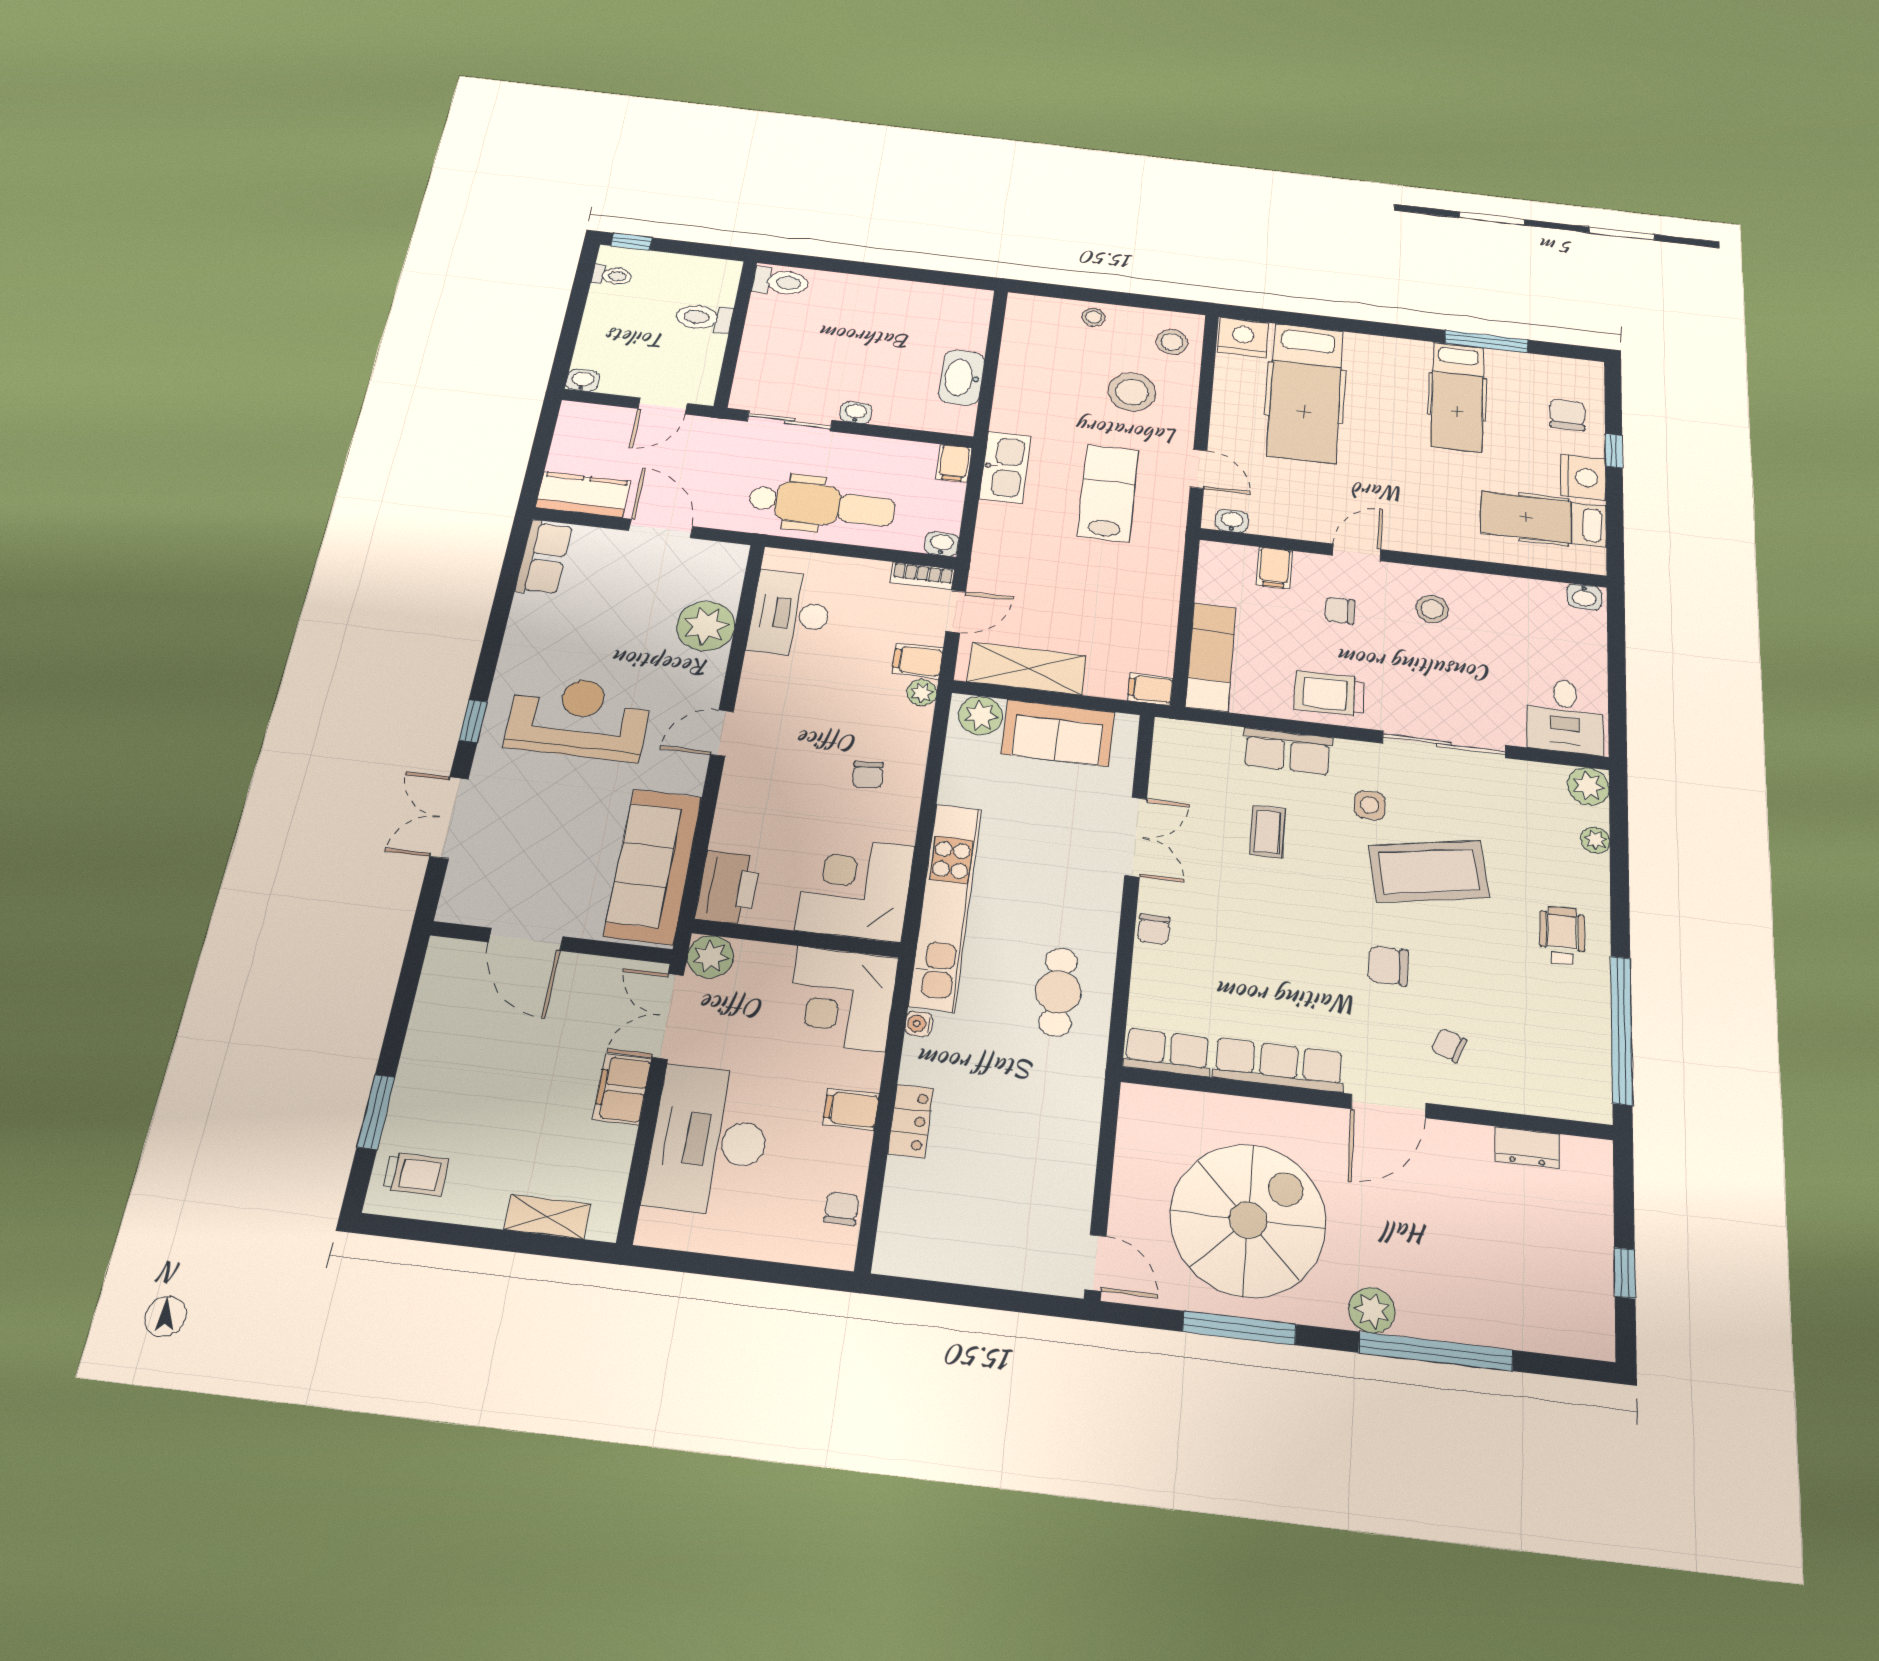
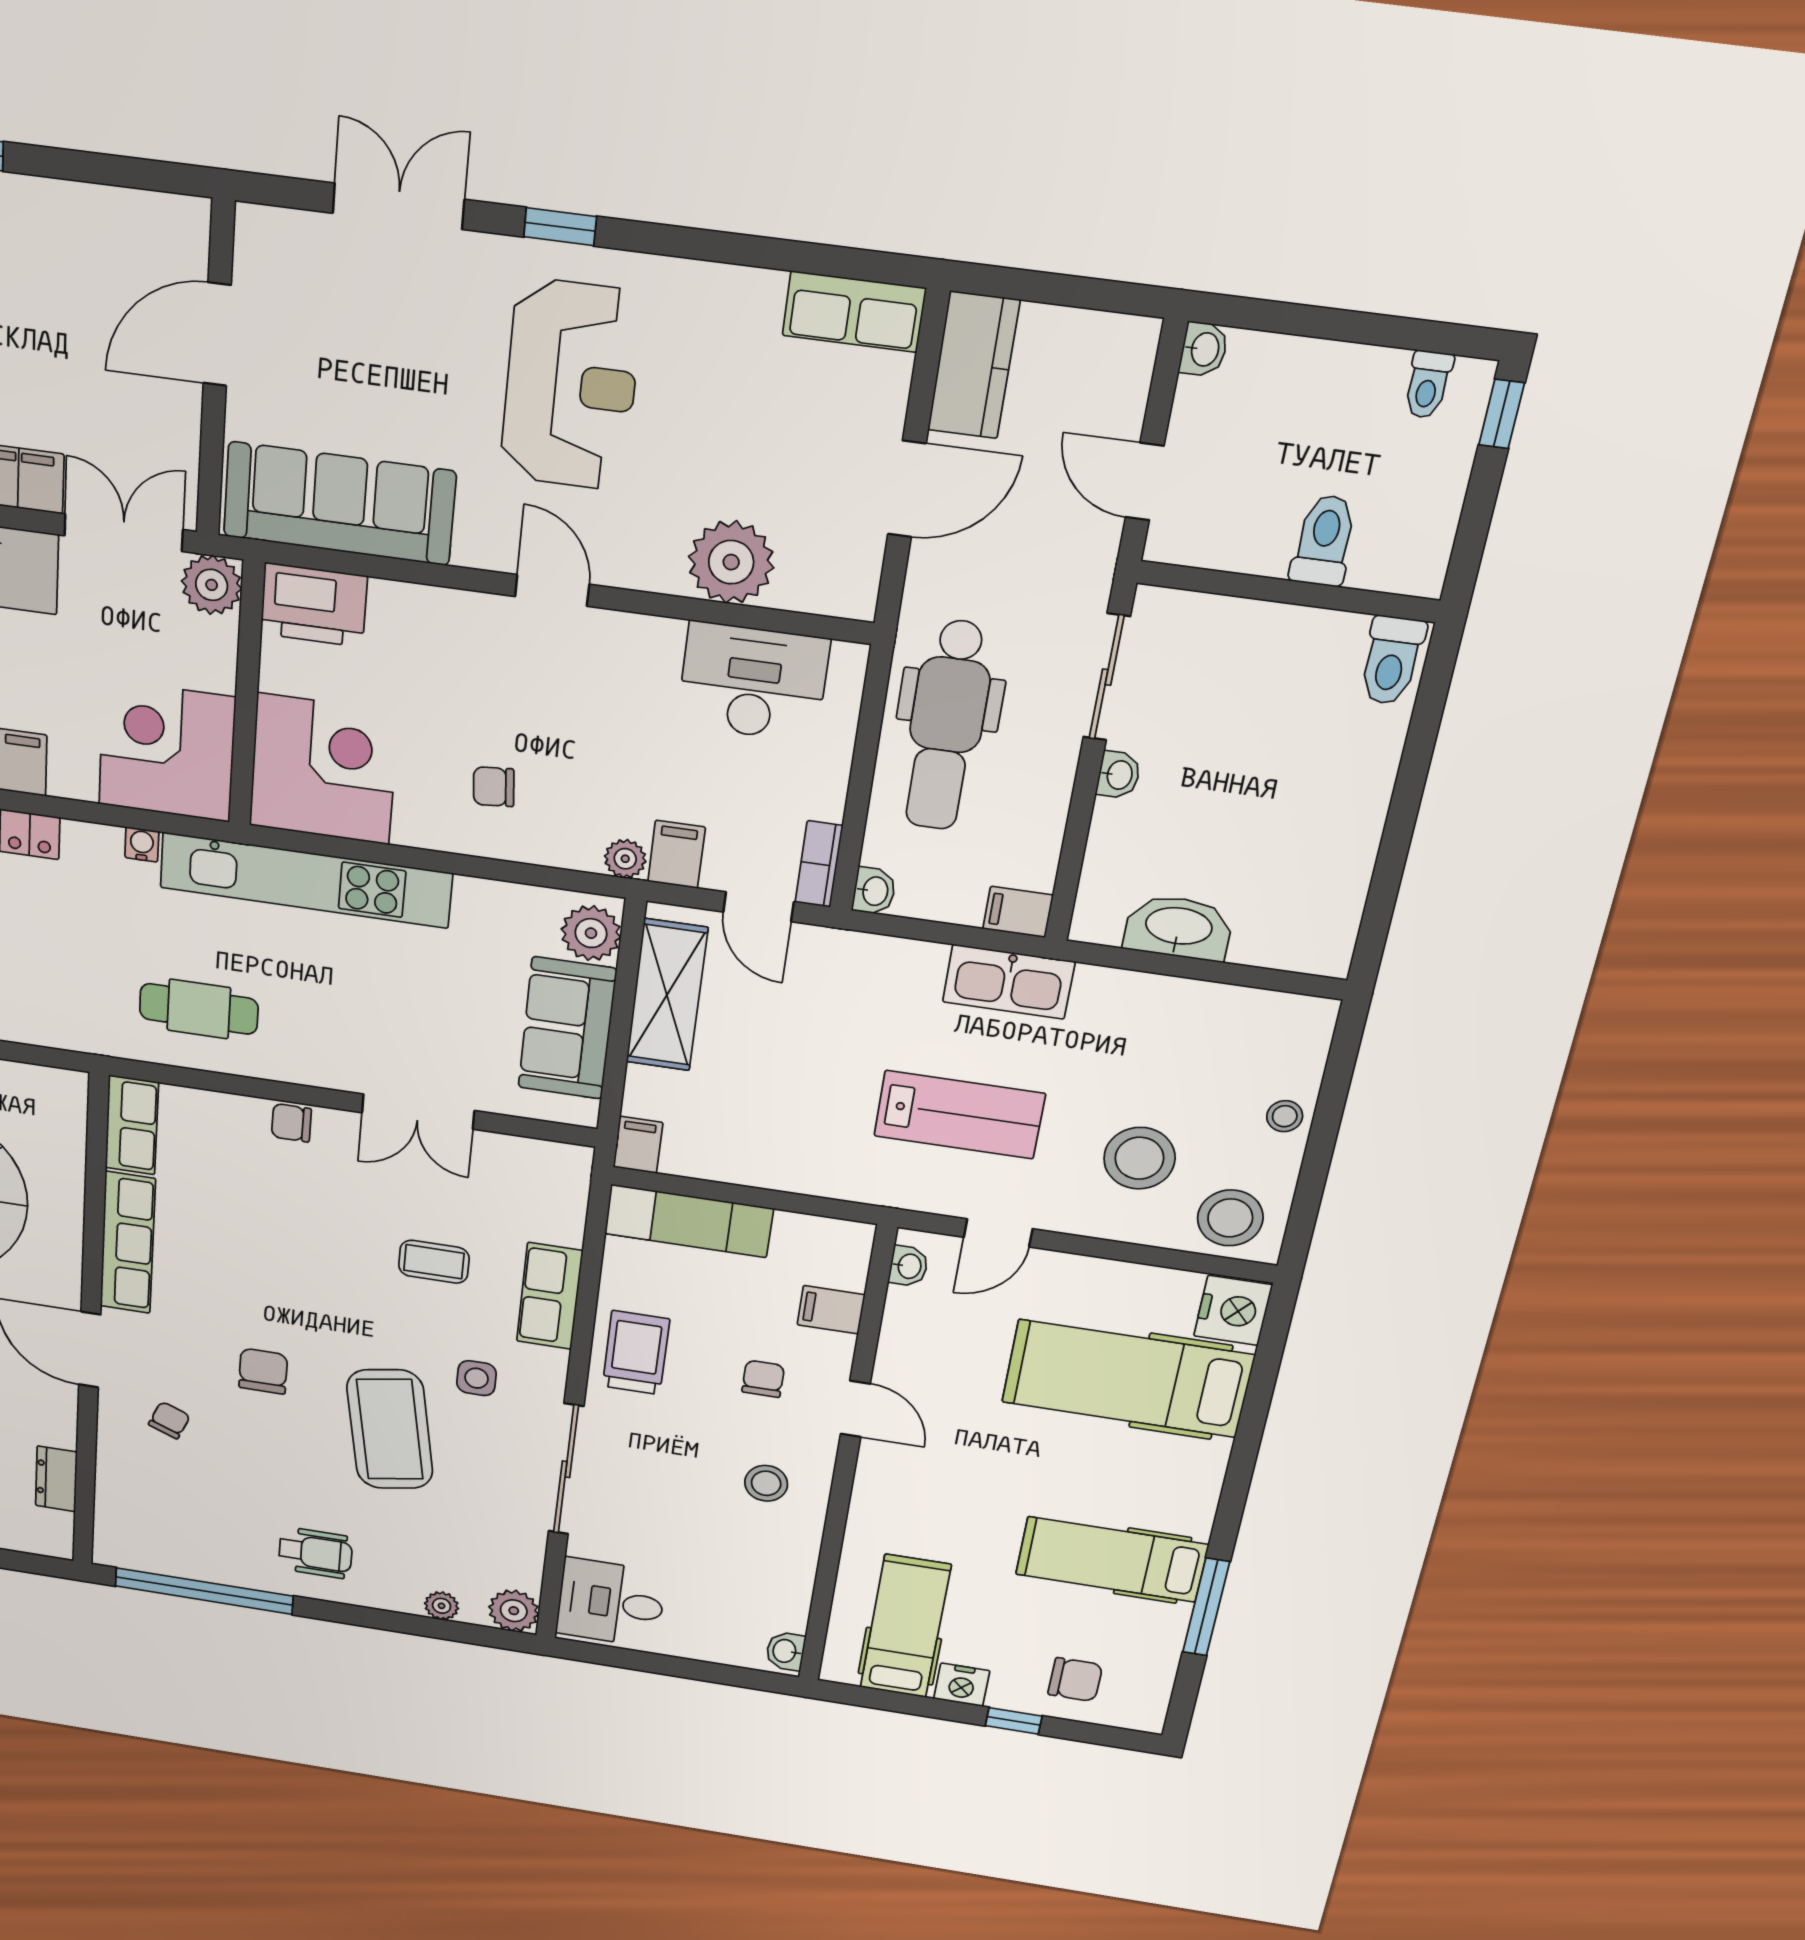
stool: (1172, 342) -> (1230, 1218), width x1.38, depth x1.38
nightstand: (1583, 477) -> (962, 1685), width x0.74, depth x0.75

